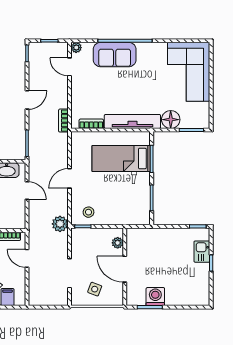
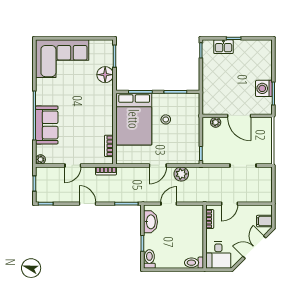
door: (69, 67) -> (73, 165), moved
tv unit: (132, 121) -> (107, 109), removed
bed: (121, 158) -> (134, 119), width x1.50
door: (69, 178) -> (158, 165), hinge flipped
stool: (89, 212) -> (166, 119), moved
plant: (60, 224) -> (181, 174), moved
door: (125, 269) -> (239, 116), hinge flipped
side table: (95, 289) -> (257, 143), removed

